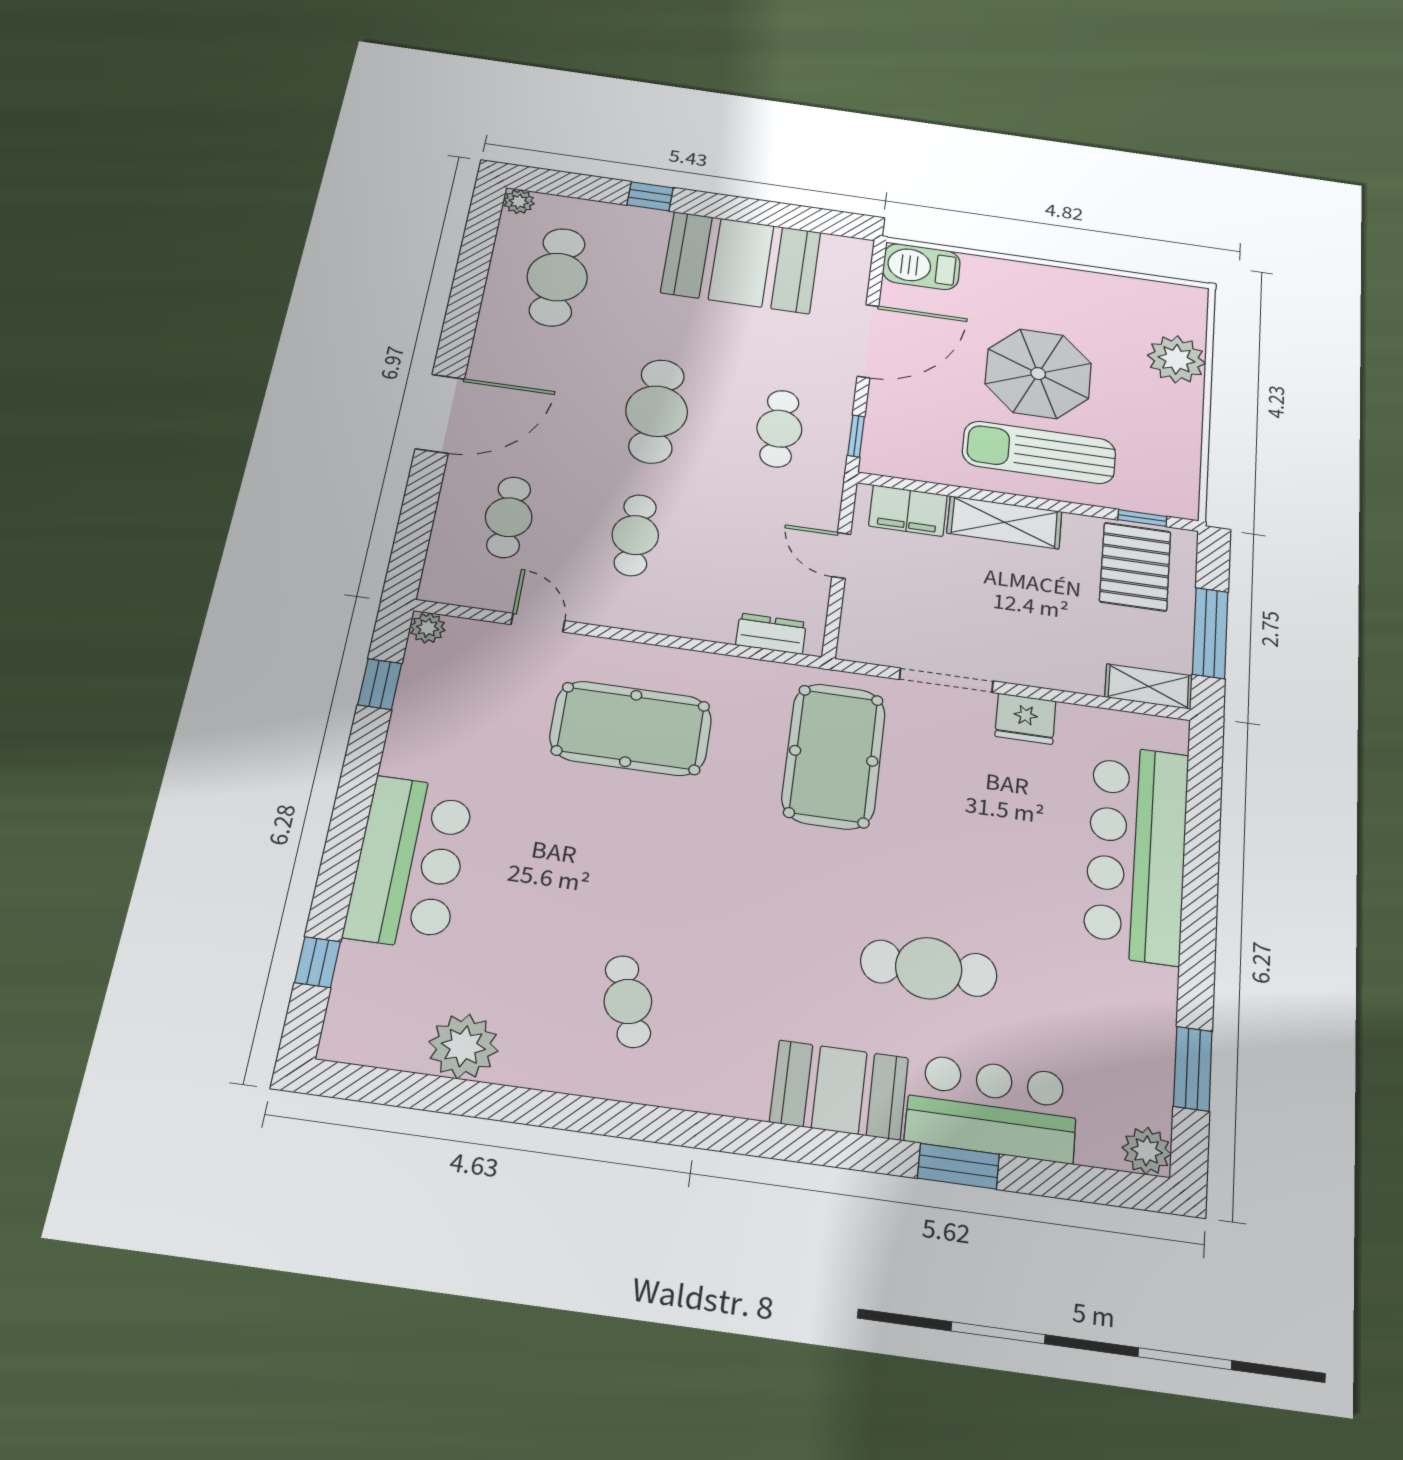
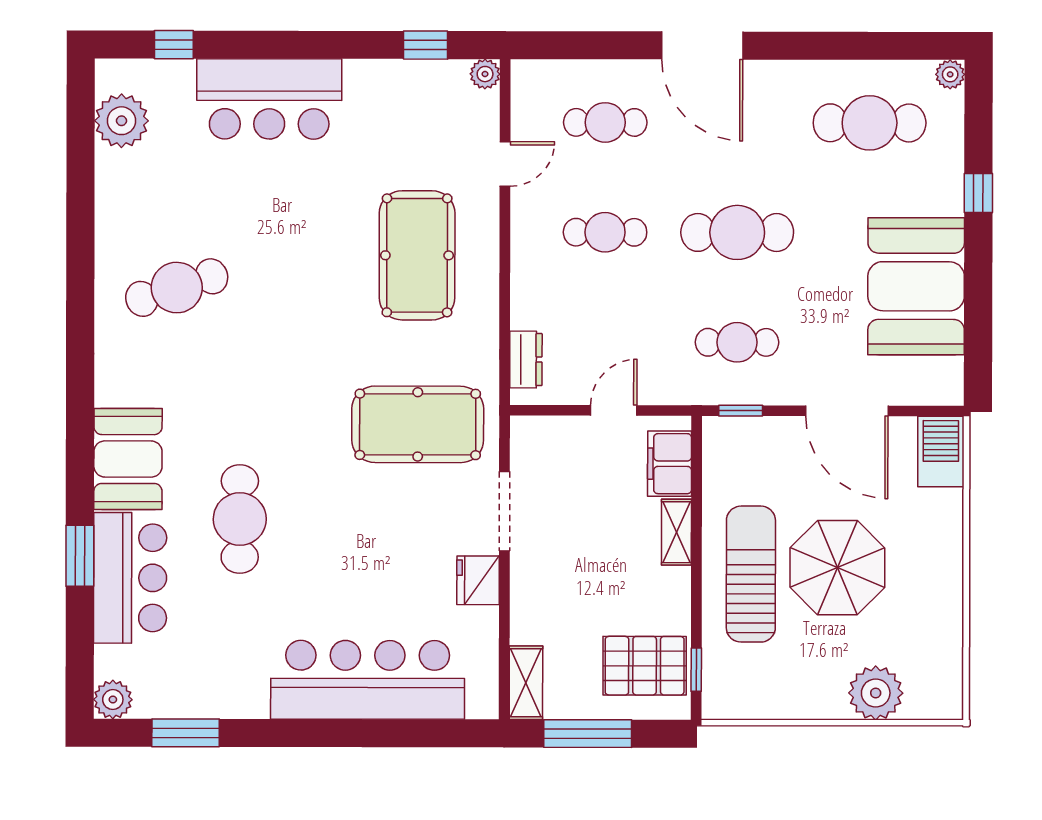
shelving: (1004, 522) -> (676, 532), width x0.67, depth x0.75
cafe table: (628, 1001) -> (177, 288), width x1.37, depth x1.35
plant: (463, 1046) -> (122, 121), moved

